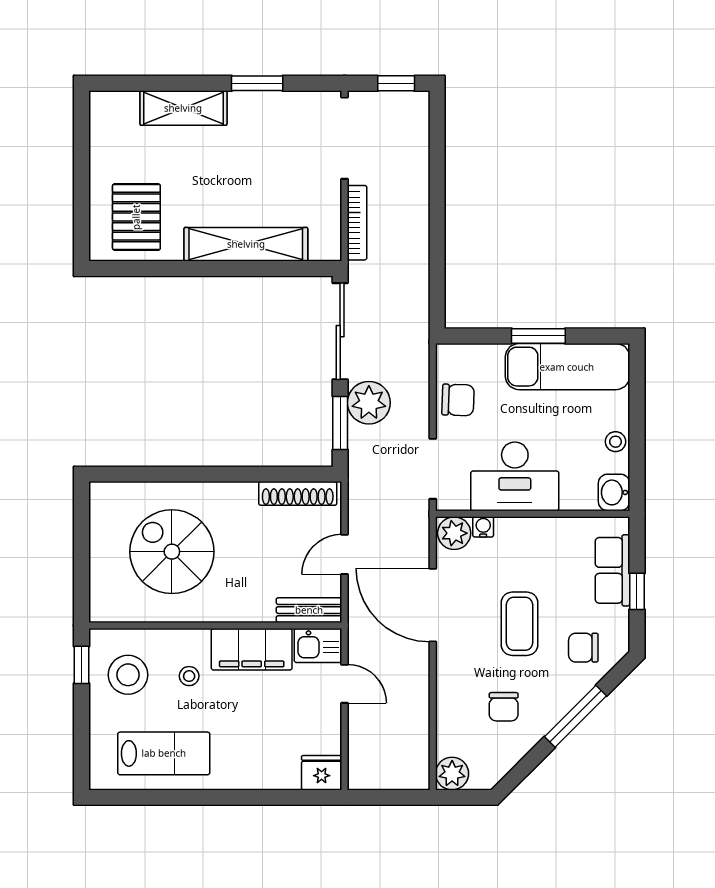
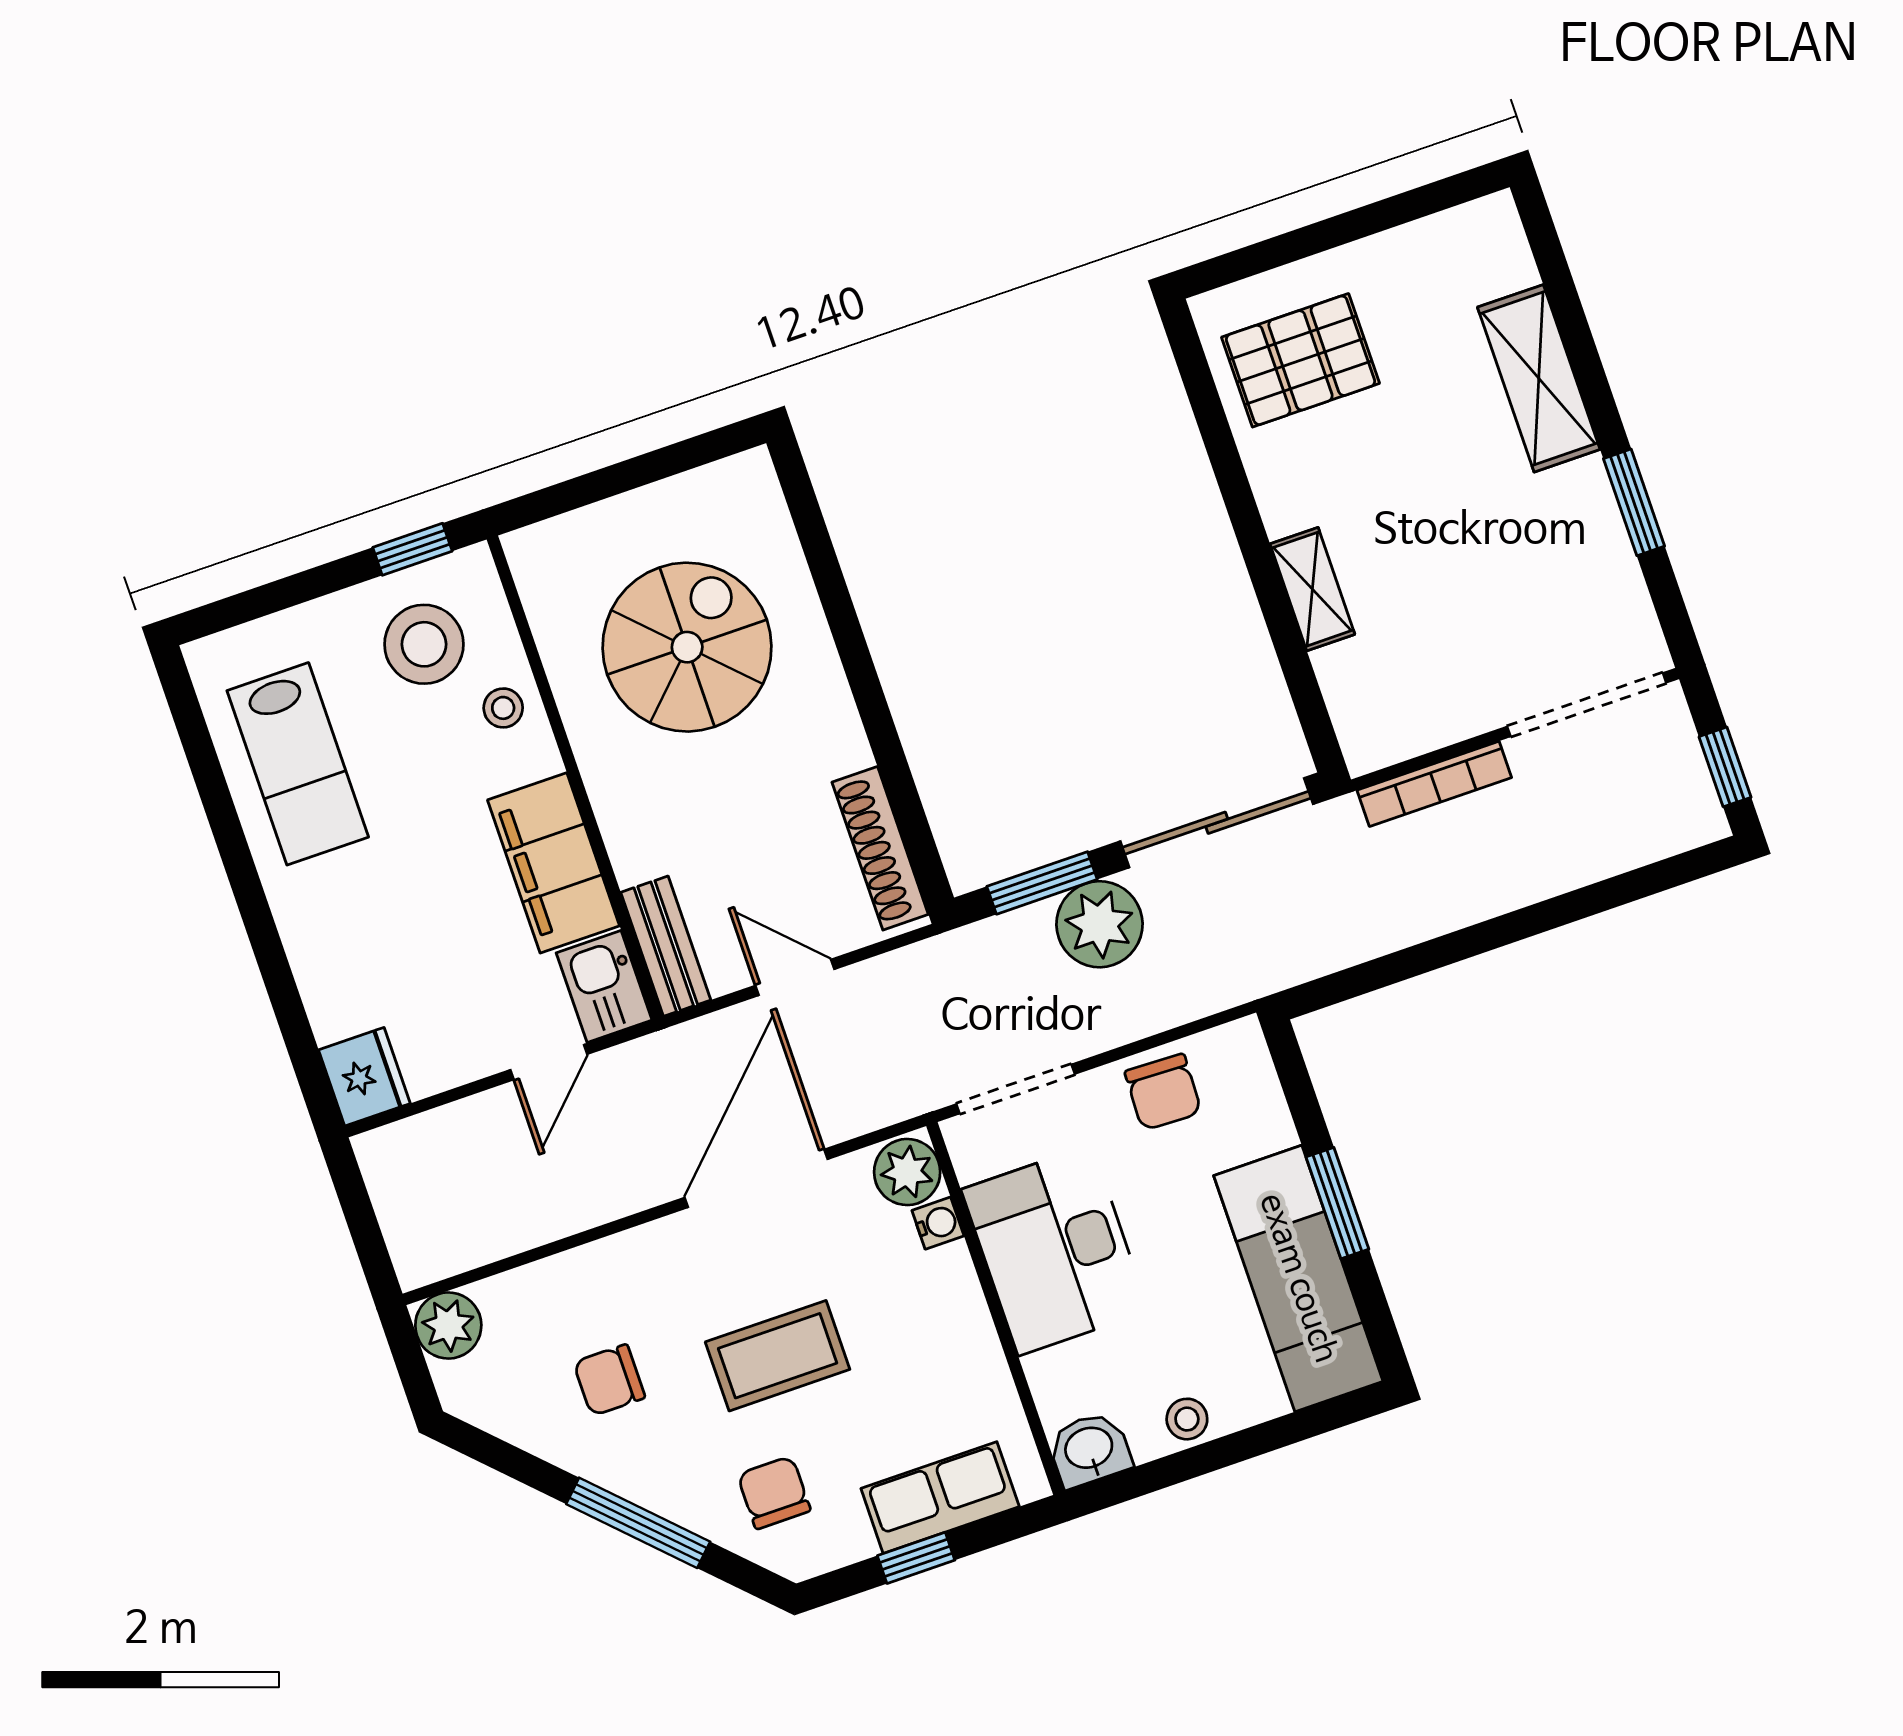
shelving: (246, 244) -> (1312, 589), width x0.45, depth x0.75
stool: (189, 676) -> (503, 708), moved

